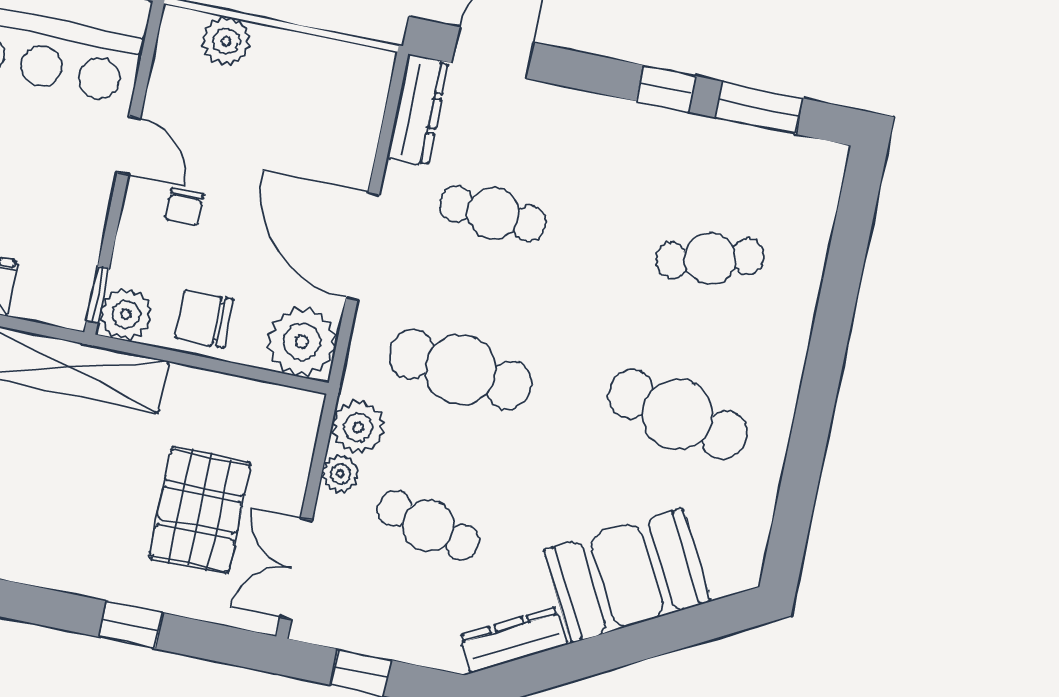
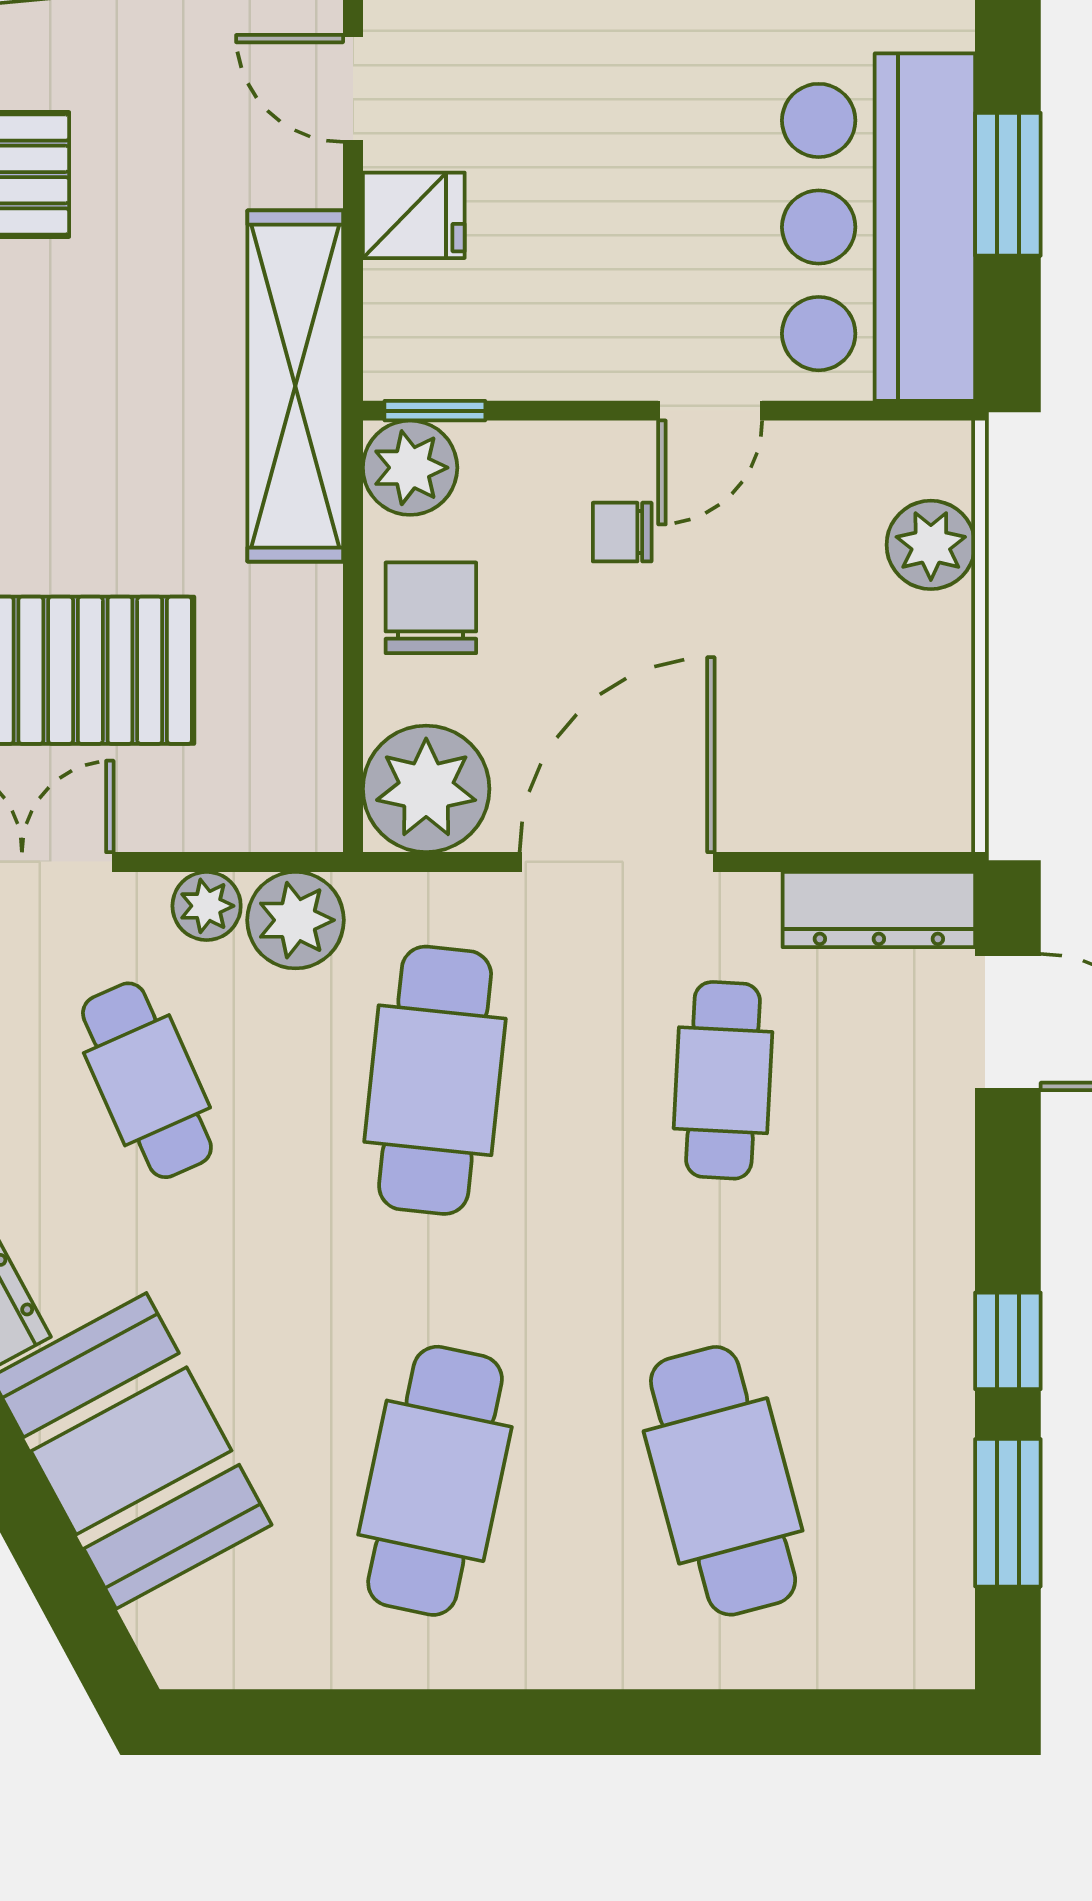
cafe table: (710, 259) -> (723, 1481), width x1.37, depth x1.35
cafe table: (428, 526) -> (147, 1080), turned -39

